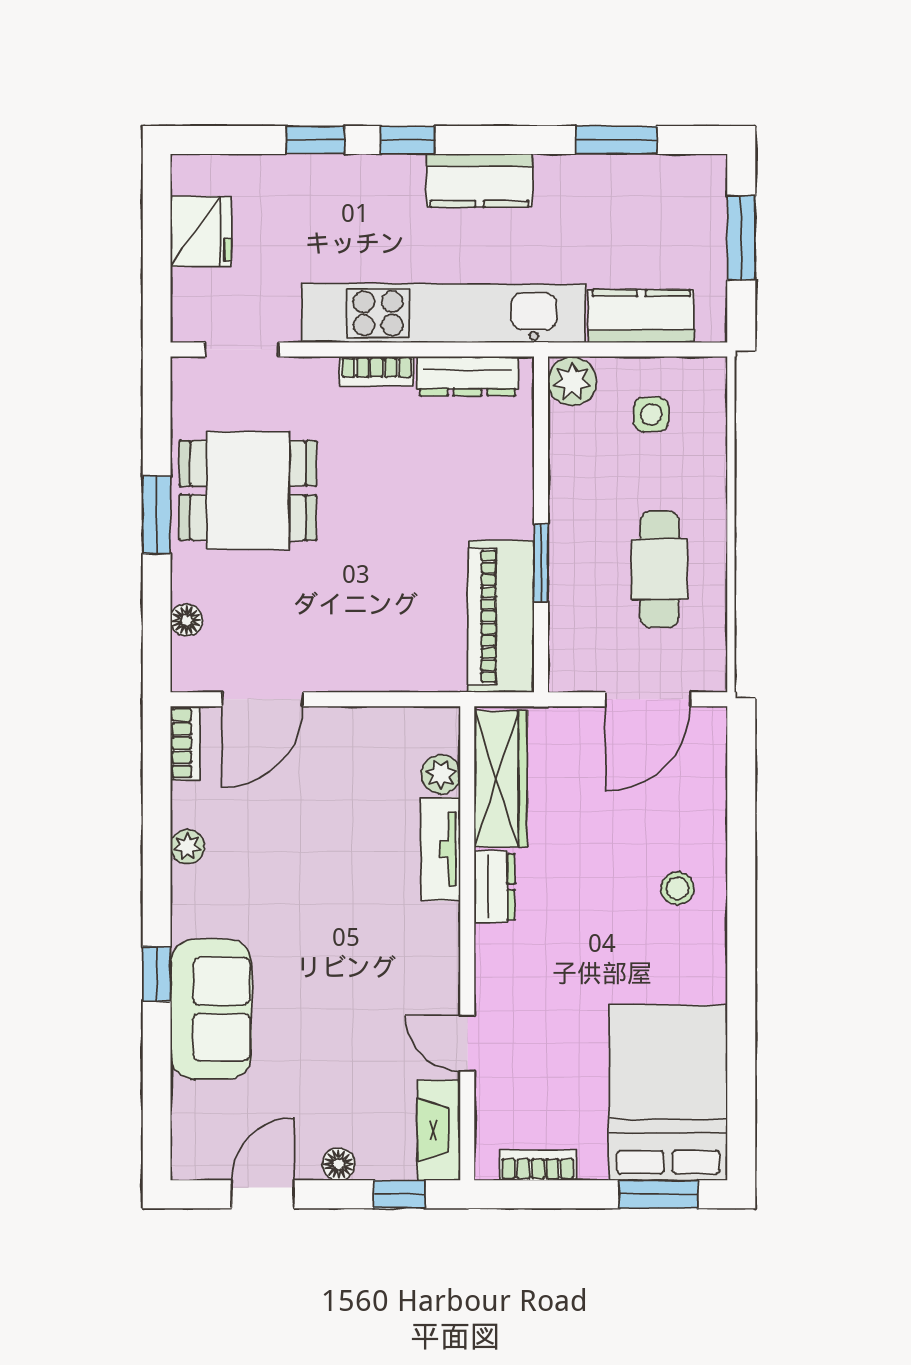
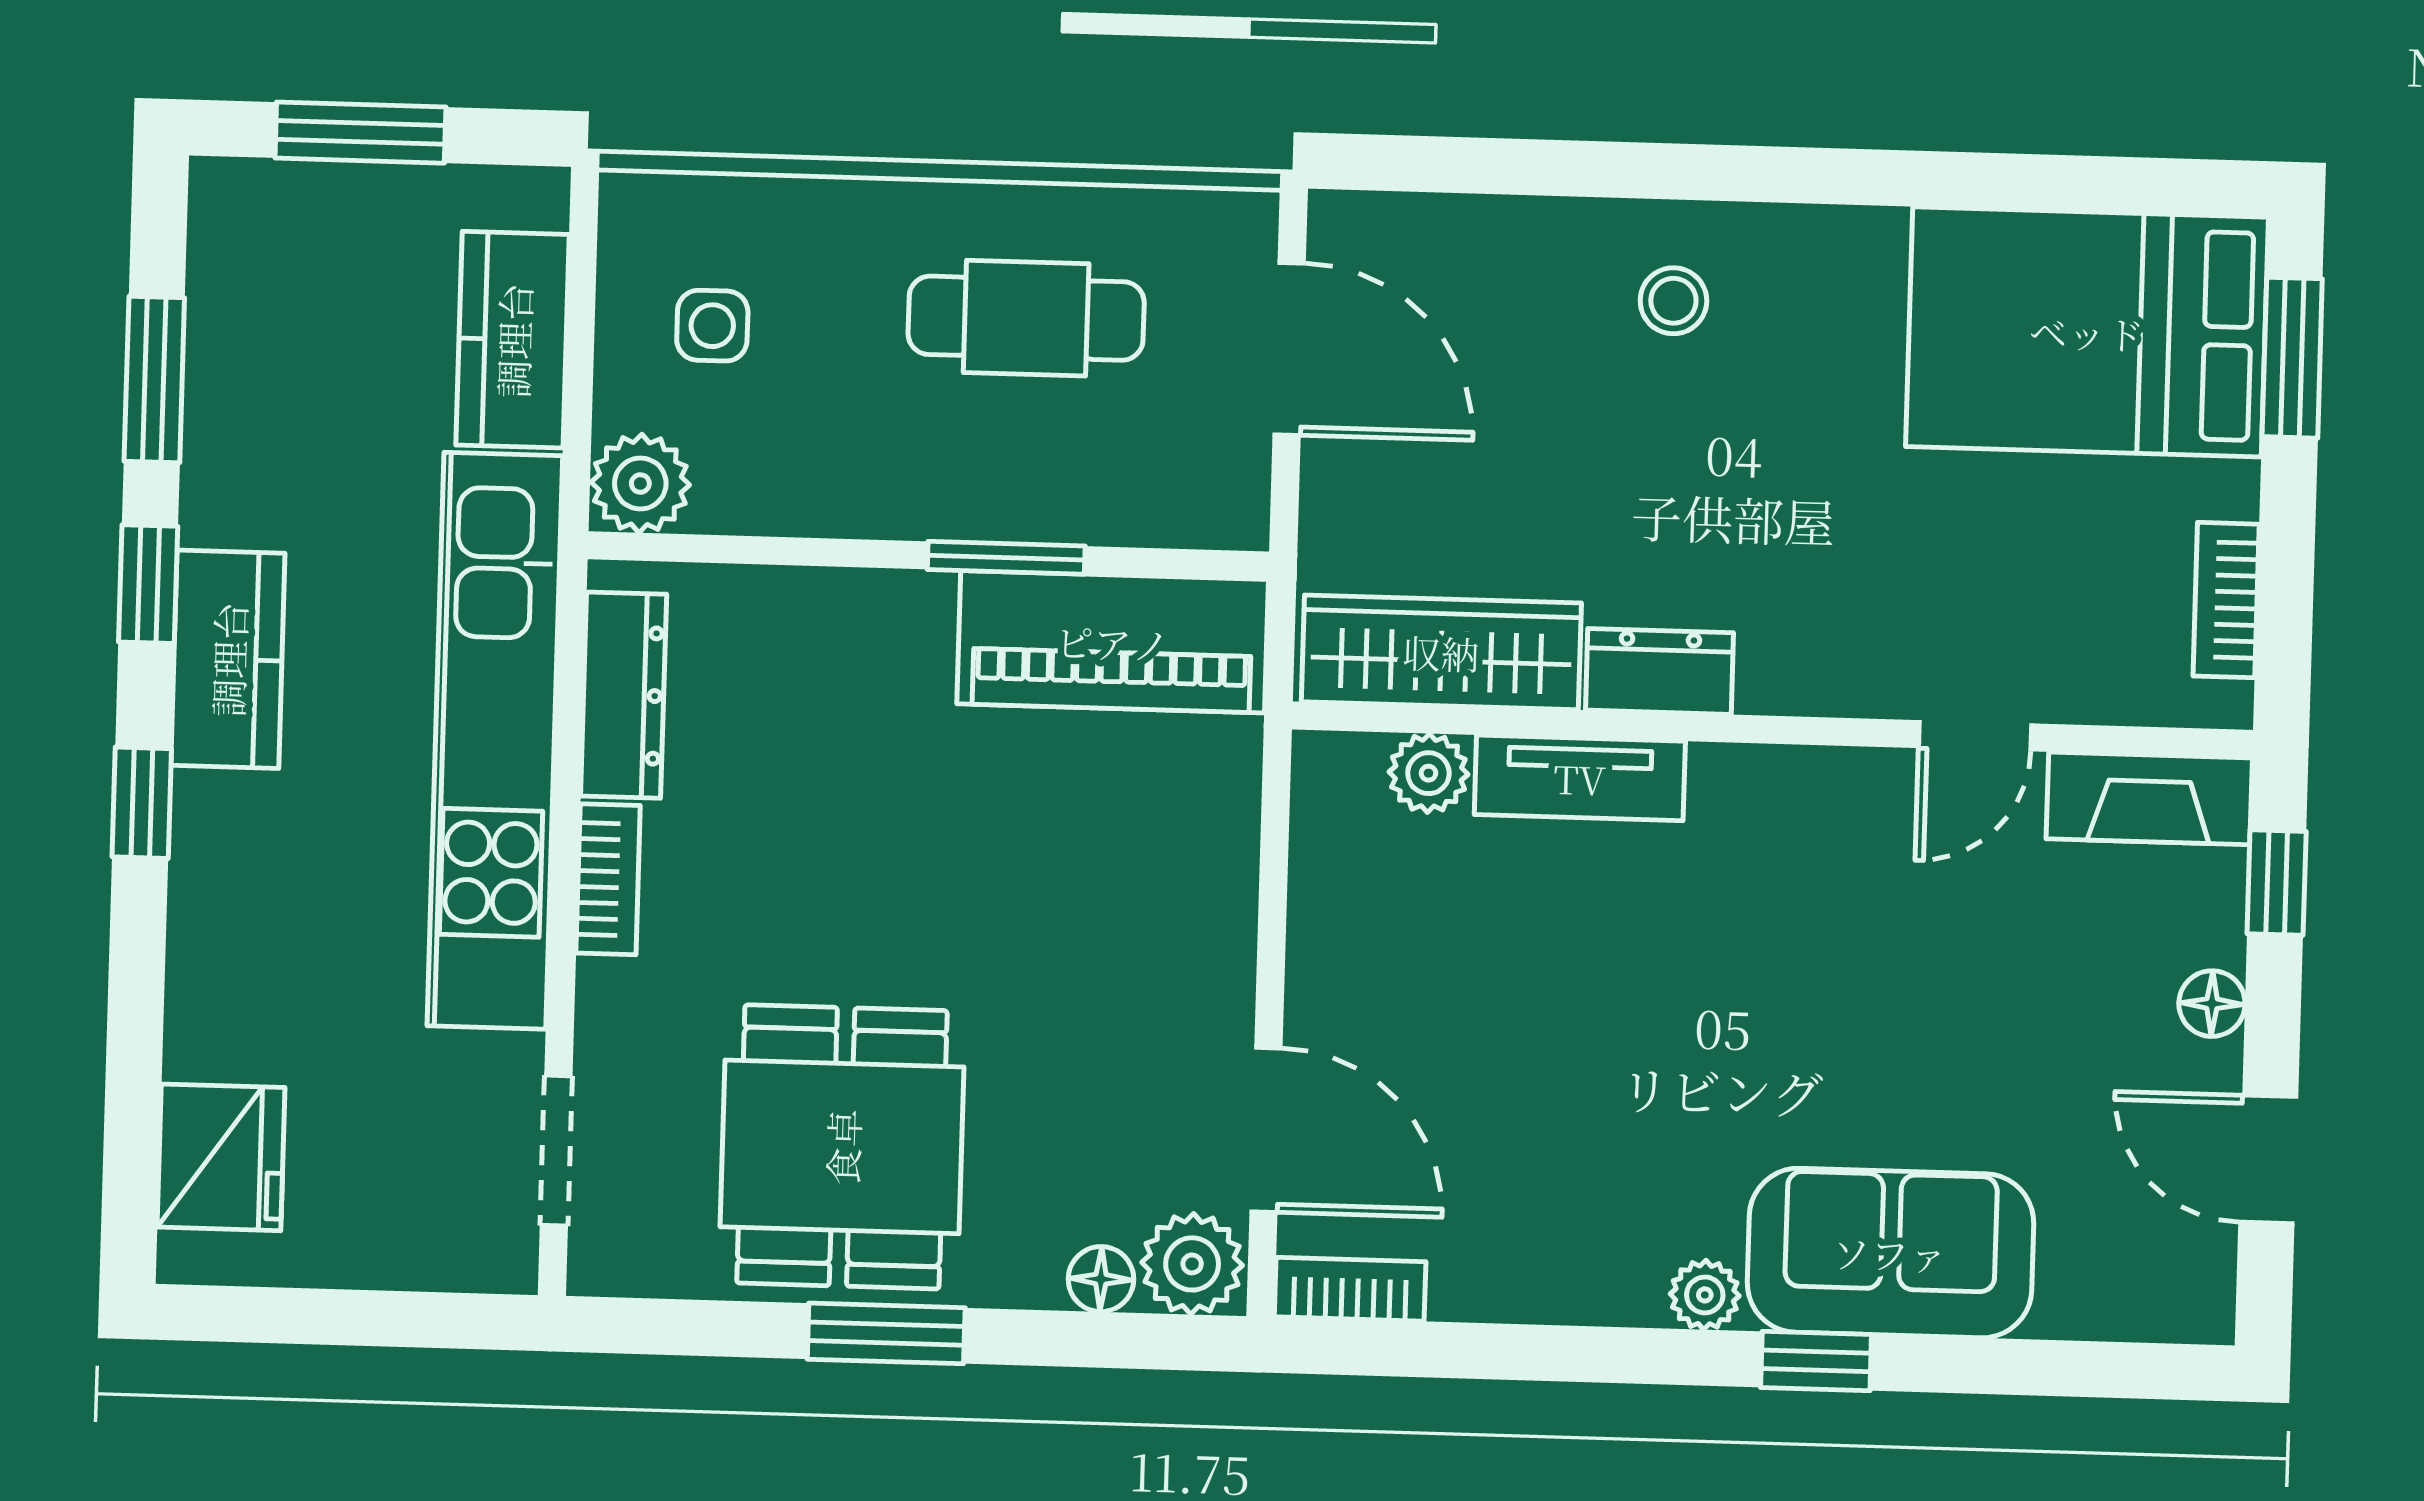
window: (315, 140) -> (148, 584), moved
fridge: (201, 231) -> (221, 1157), moved, turned 90
plant: (195, 665) -> (1192, 1264), added
plant: (188, 847) -> (1705, 1295), moved

